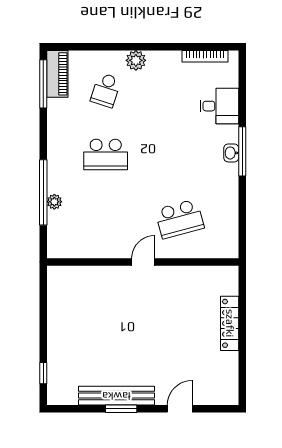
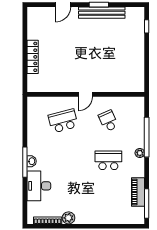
plant: (136, 60) -> (69, 218), moved
piano: (57, 74) -> (138, 192), moved
school desk: (106, 90) -> (108, 121), moved, turned -42
desk: (219, 106) -> (39, 186), width x1.37
plant: (54, 202) -> (140, 153), moved

